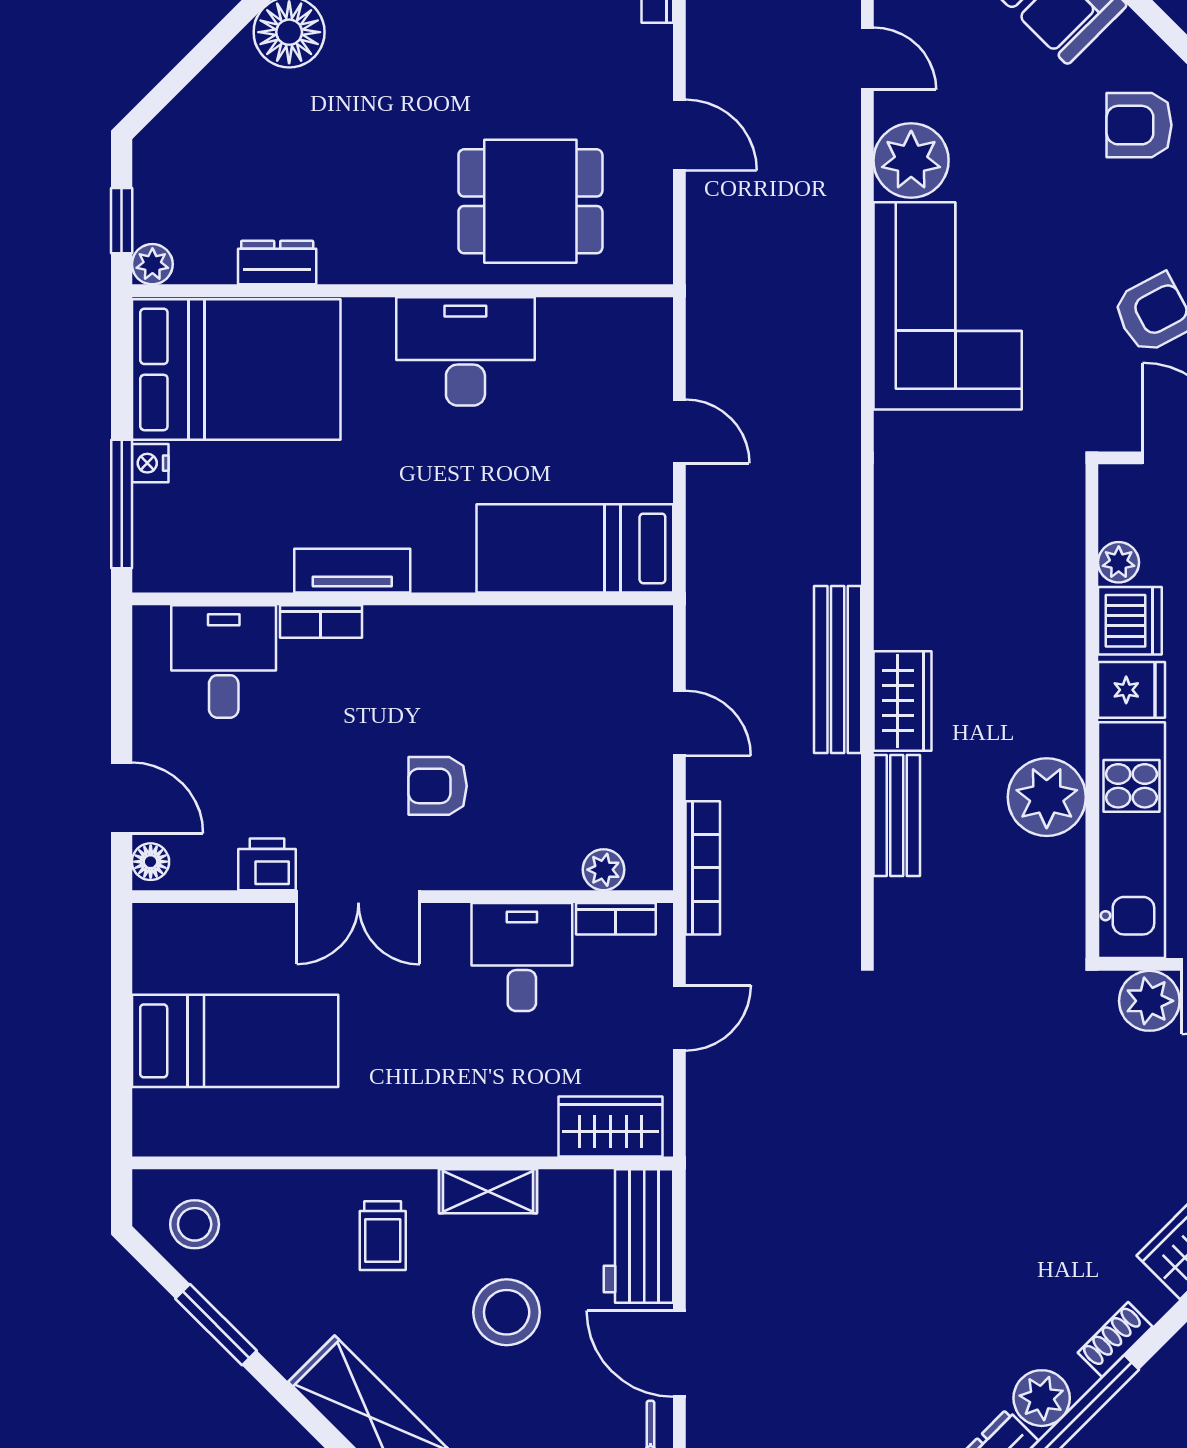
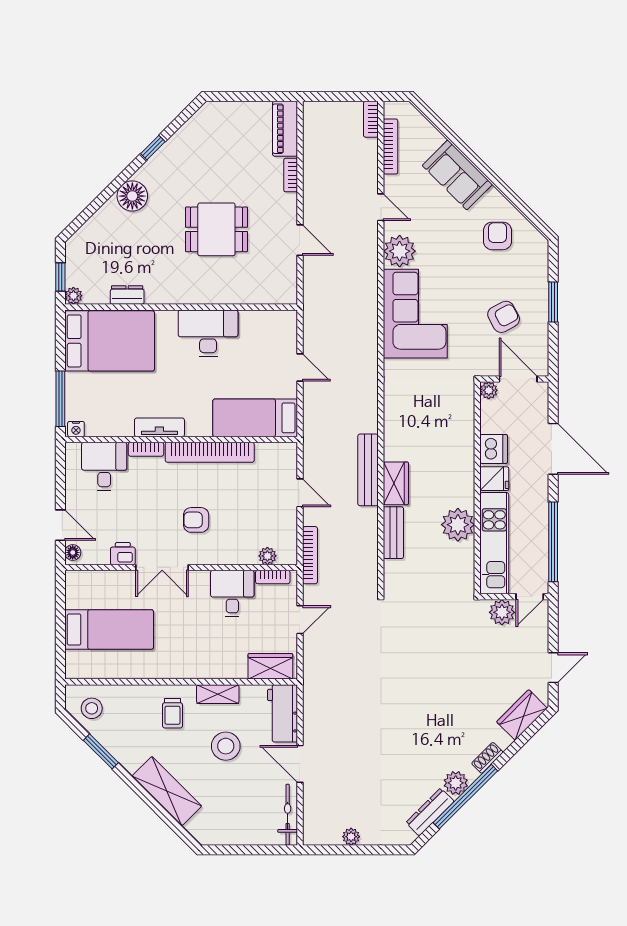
armchair: (1139, 125) -> (498, 236), turned 90
dining table: (530, 201) -> (216, 229), moved
nightstand: (150, 463) -> (76, 429), moved, turned -90
plant: (1119, 562) -> (489, 390), moved
bookcase: (469, 629) -> (210, 452), added

